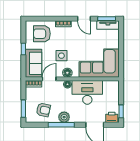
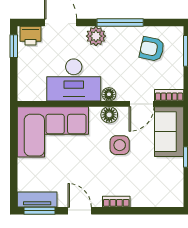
armchair: (42, 34) -> (154, 184), removed
plant: (64, 117) -> (96, 36), moved

